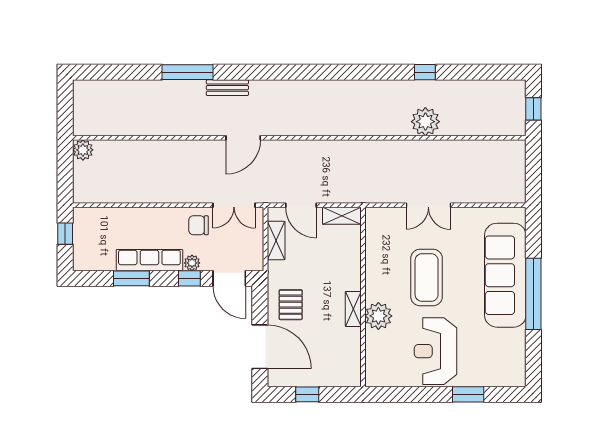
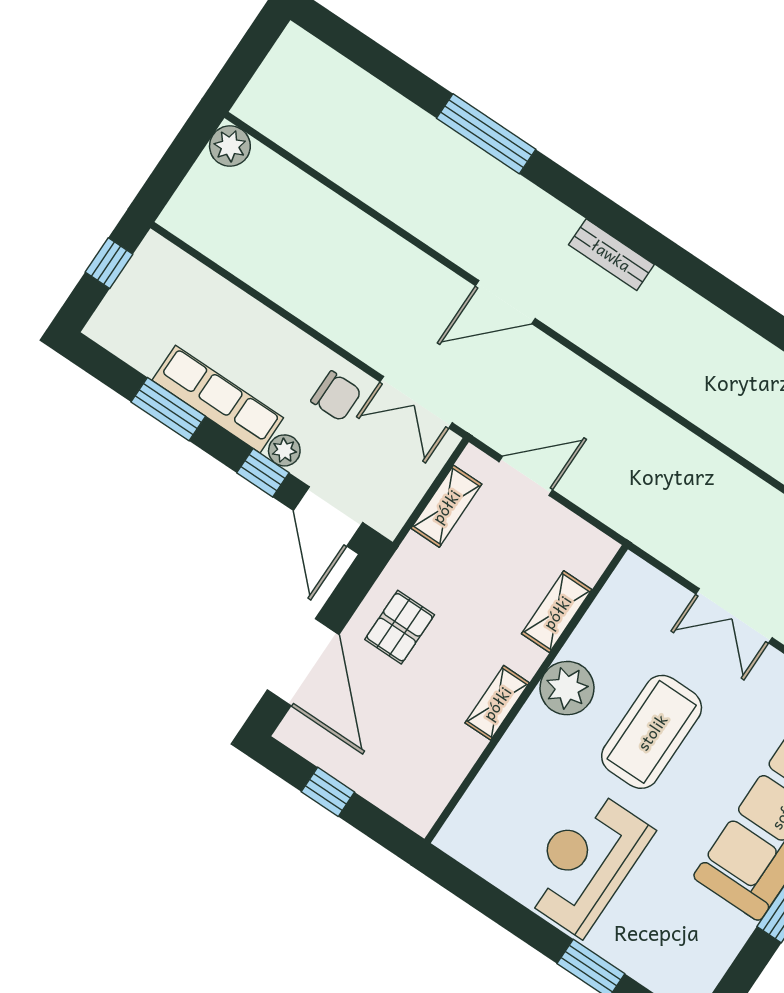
bench: (227, 88) -> (611, 255), moved
door: (301, 205) -> (526, 476), swing flipped
shelving: (342, 216) -> (557, 612), moved, turned 90
chair: (199, 225) -> (336, 396), turned 180
plant: (378, 316) -> (567, 688), moved

